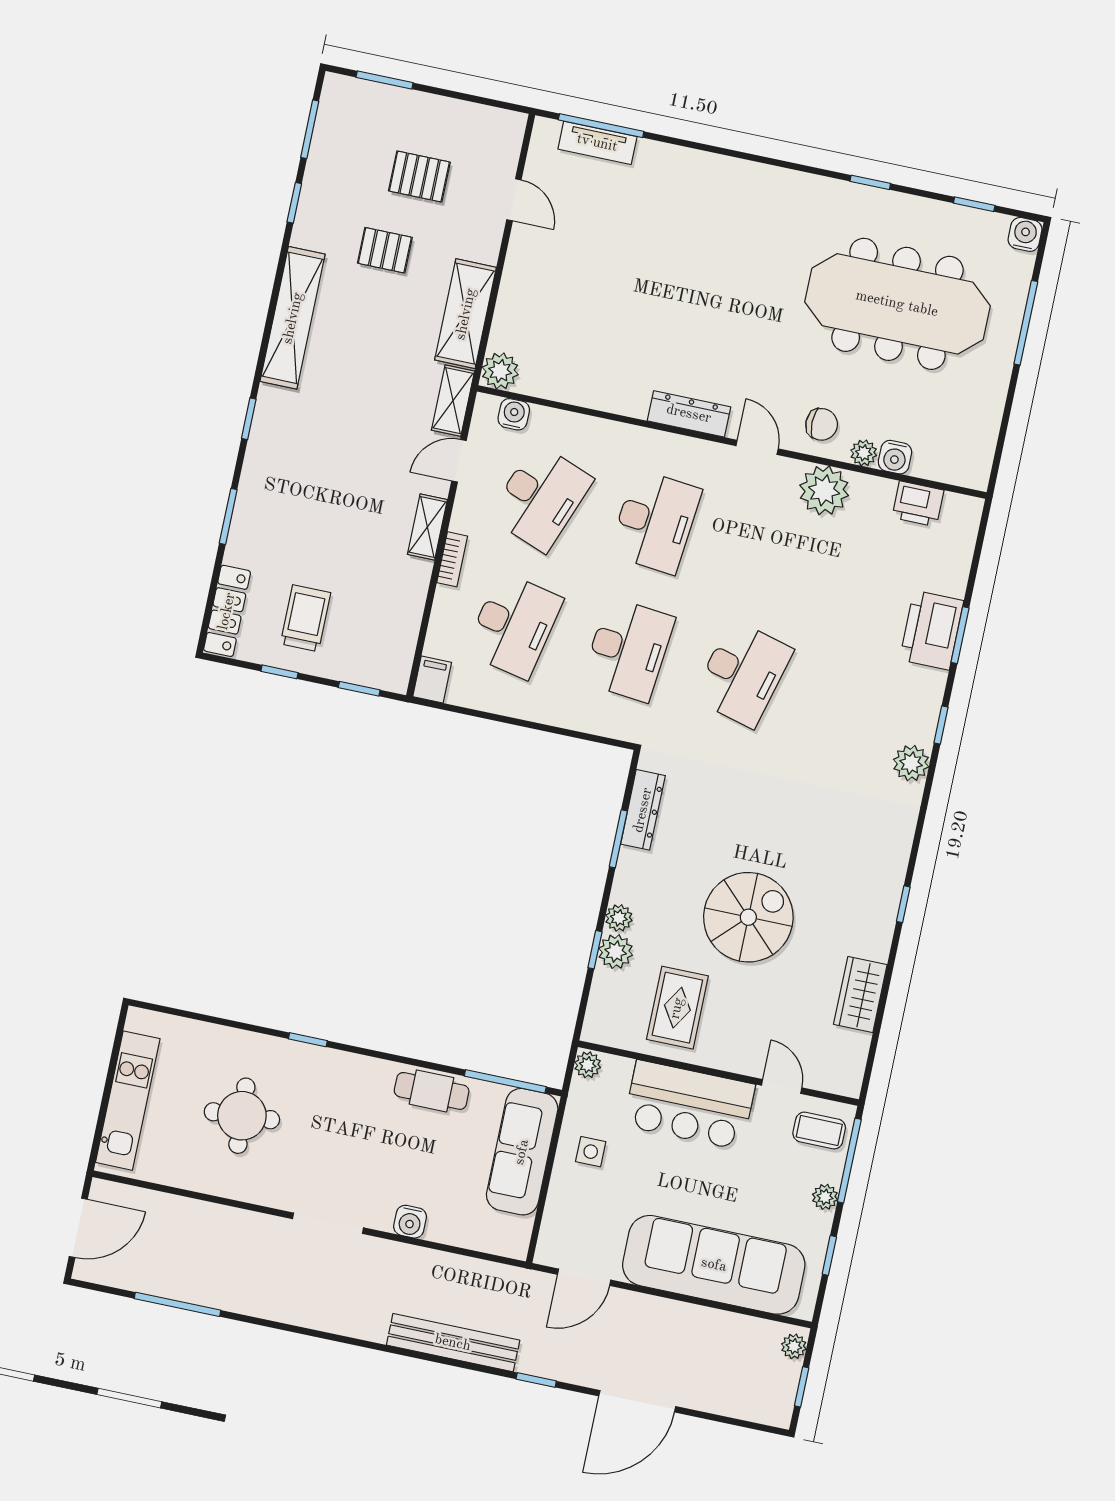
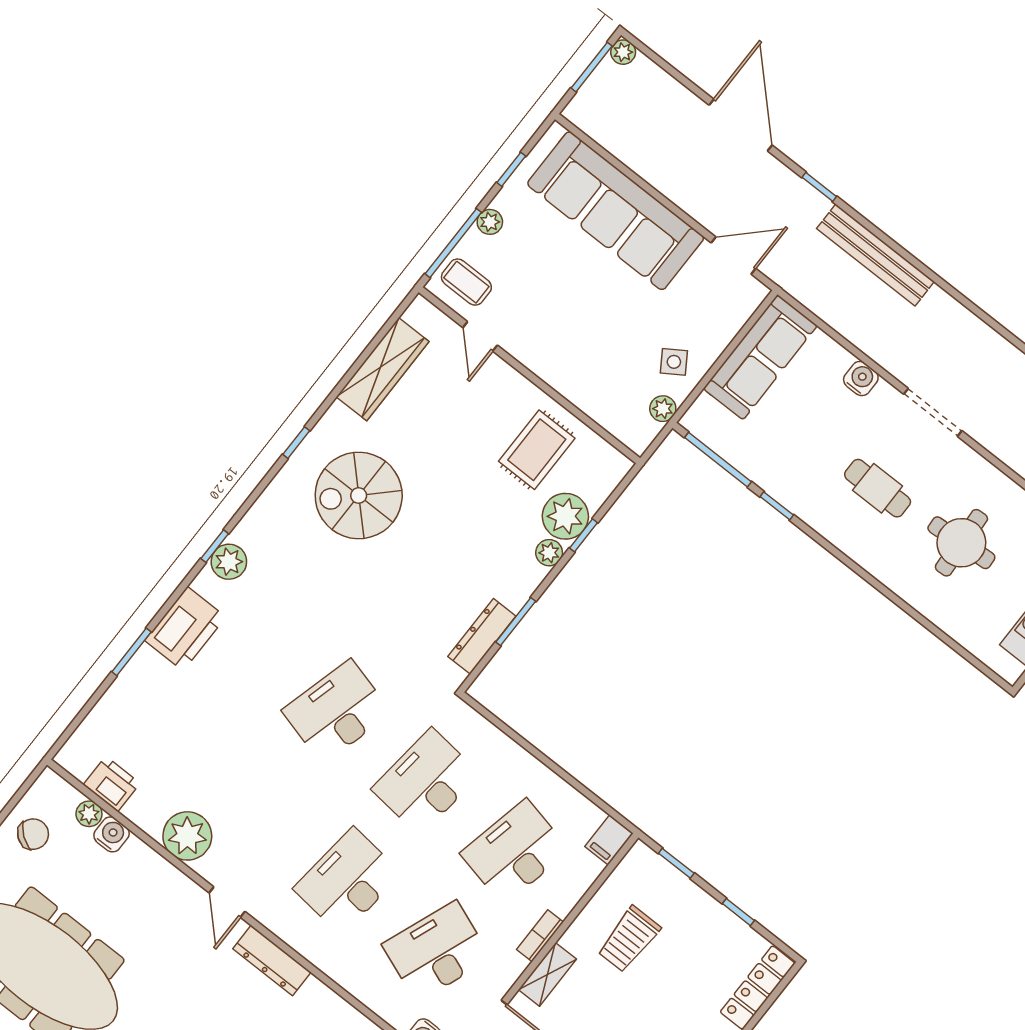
chair: (822, 424) -> (33, 834), moved, turned 127
plant: (864, 453) -> (89, 814), moved
trolley: (306, 618) -> (629, 939), moved
printer: (932, 630) -> (185, 629), moved
window: (941, 725) -> (215, 546), moved
spiral stairs: (748, 917) -> (359, 495), moved
plant: (616, 952) -> (565, 516), width x1.36, depth x1.36
wardrobe: (860, 995) -> (383, 369), width x1.50
window: (308, 1040) -> (777, 506), moved
plant: (588, 1065) -> (663, 409), moved
cafe table: (432, 1091) -> (878, 488), moved
bar counter: (689, 1105) -> (568, 360), removed
sofa: (522, 1152) -> (760, 357), moved
side table: (591, 1152) -> (674, 362), turned -33
plant: (794, 1346) -> (623, 52), moved
window: (802, 1387) -> (592, 67), width x1.50
door: (637, 1401) -> (741, 125), hinge flipped

